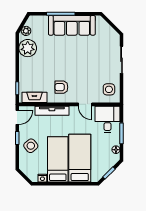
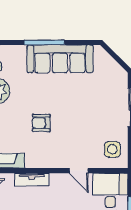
armchair: (61, 87) -> (41, 123), moved
tv unit: (52, 111) -> (32, 180), width x0.71

